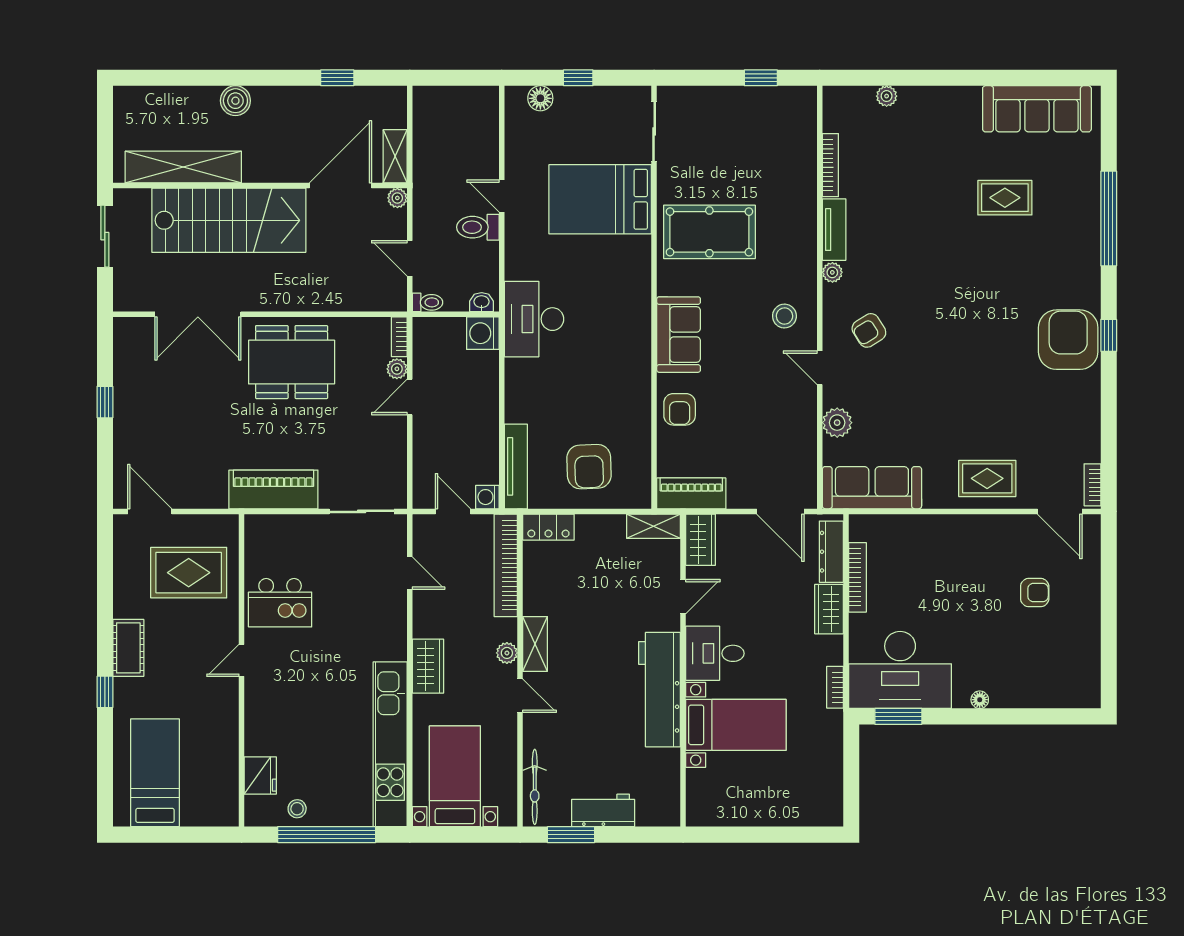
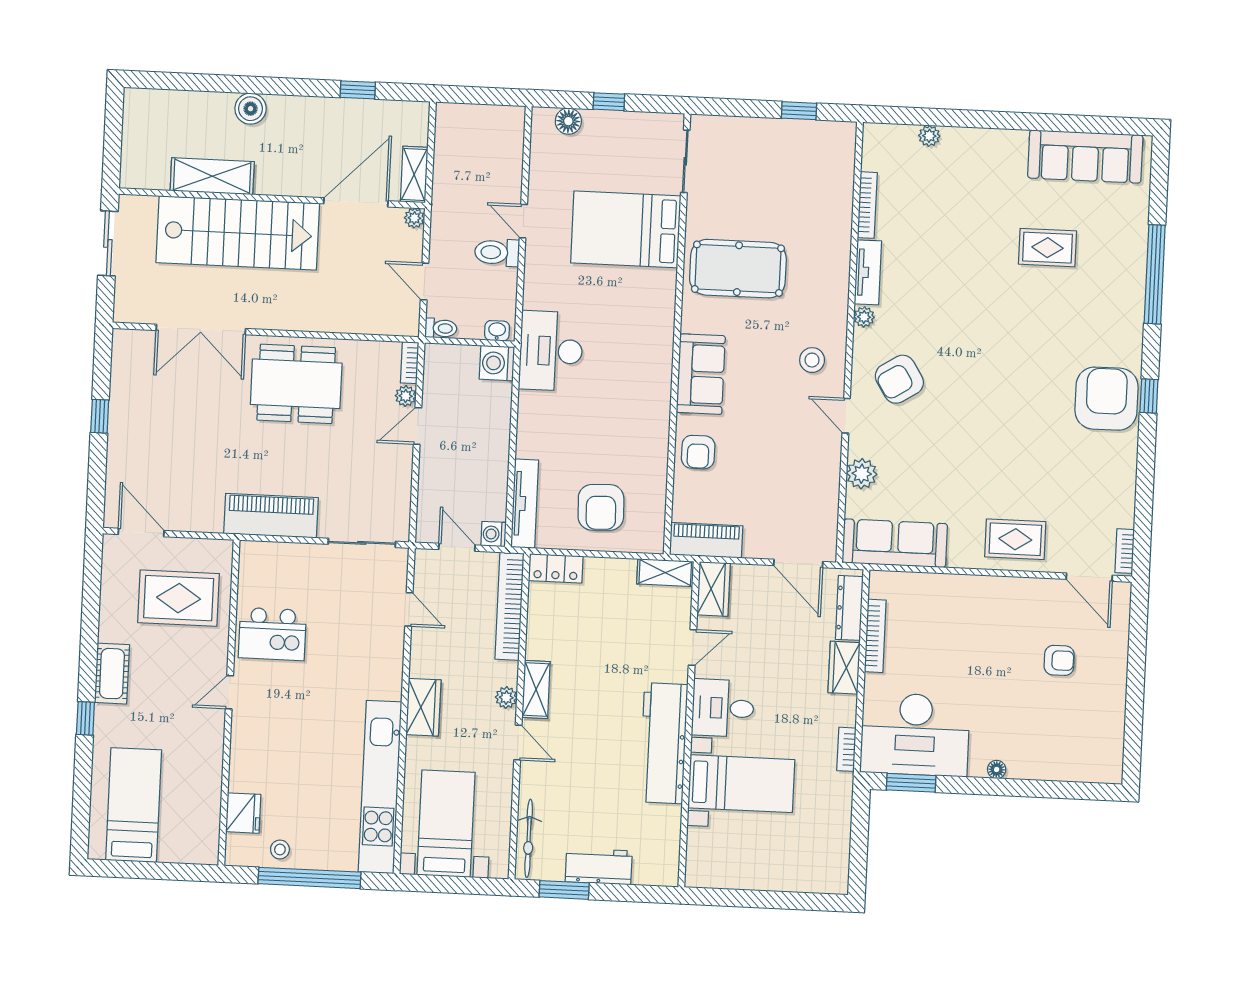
shelving: (183, 167) -> (212, 176), width x0.68
armchair: (869, 330) -> (899, 379), width x1.38, depth x1.38

